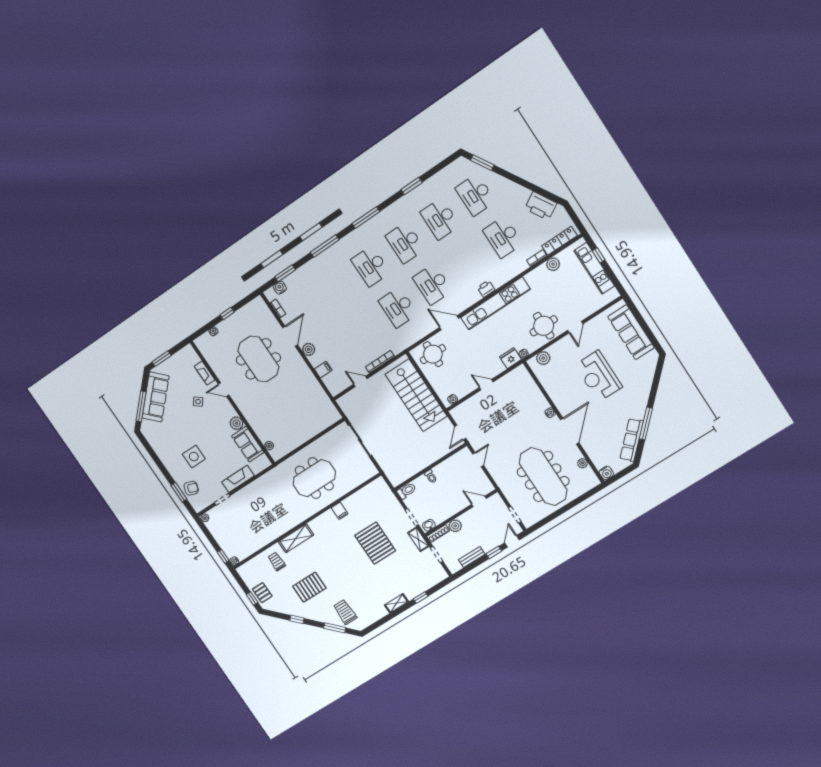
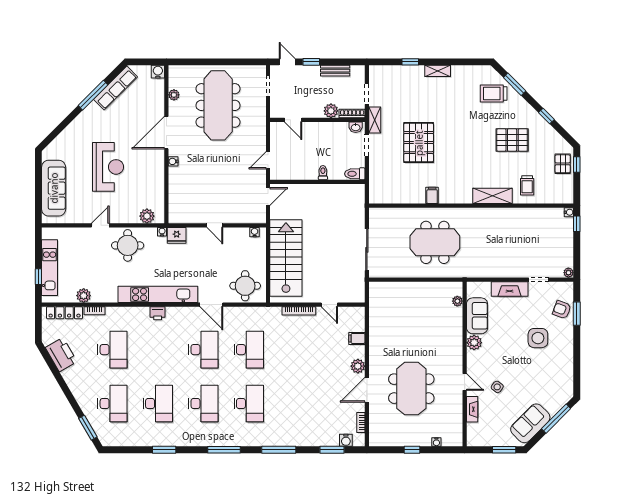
sofa: (156, 397) -> (530, 423), width x0.73
door: (512, 541) -> (287, 62), swing flipped
trolley: (345, 612) -> (494, 94), turned 90

